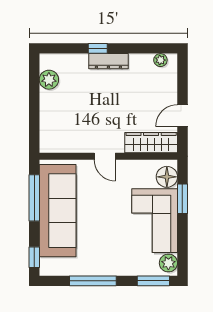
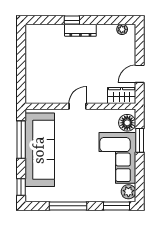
plant: (49, 80) -> (33, 45), removed
wardrobe: (151, 143) -> (122, 95), width x0.67
door: (105, 156) -> (77, 106), swing flipped

